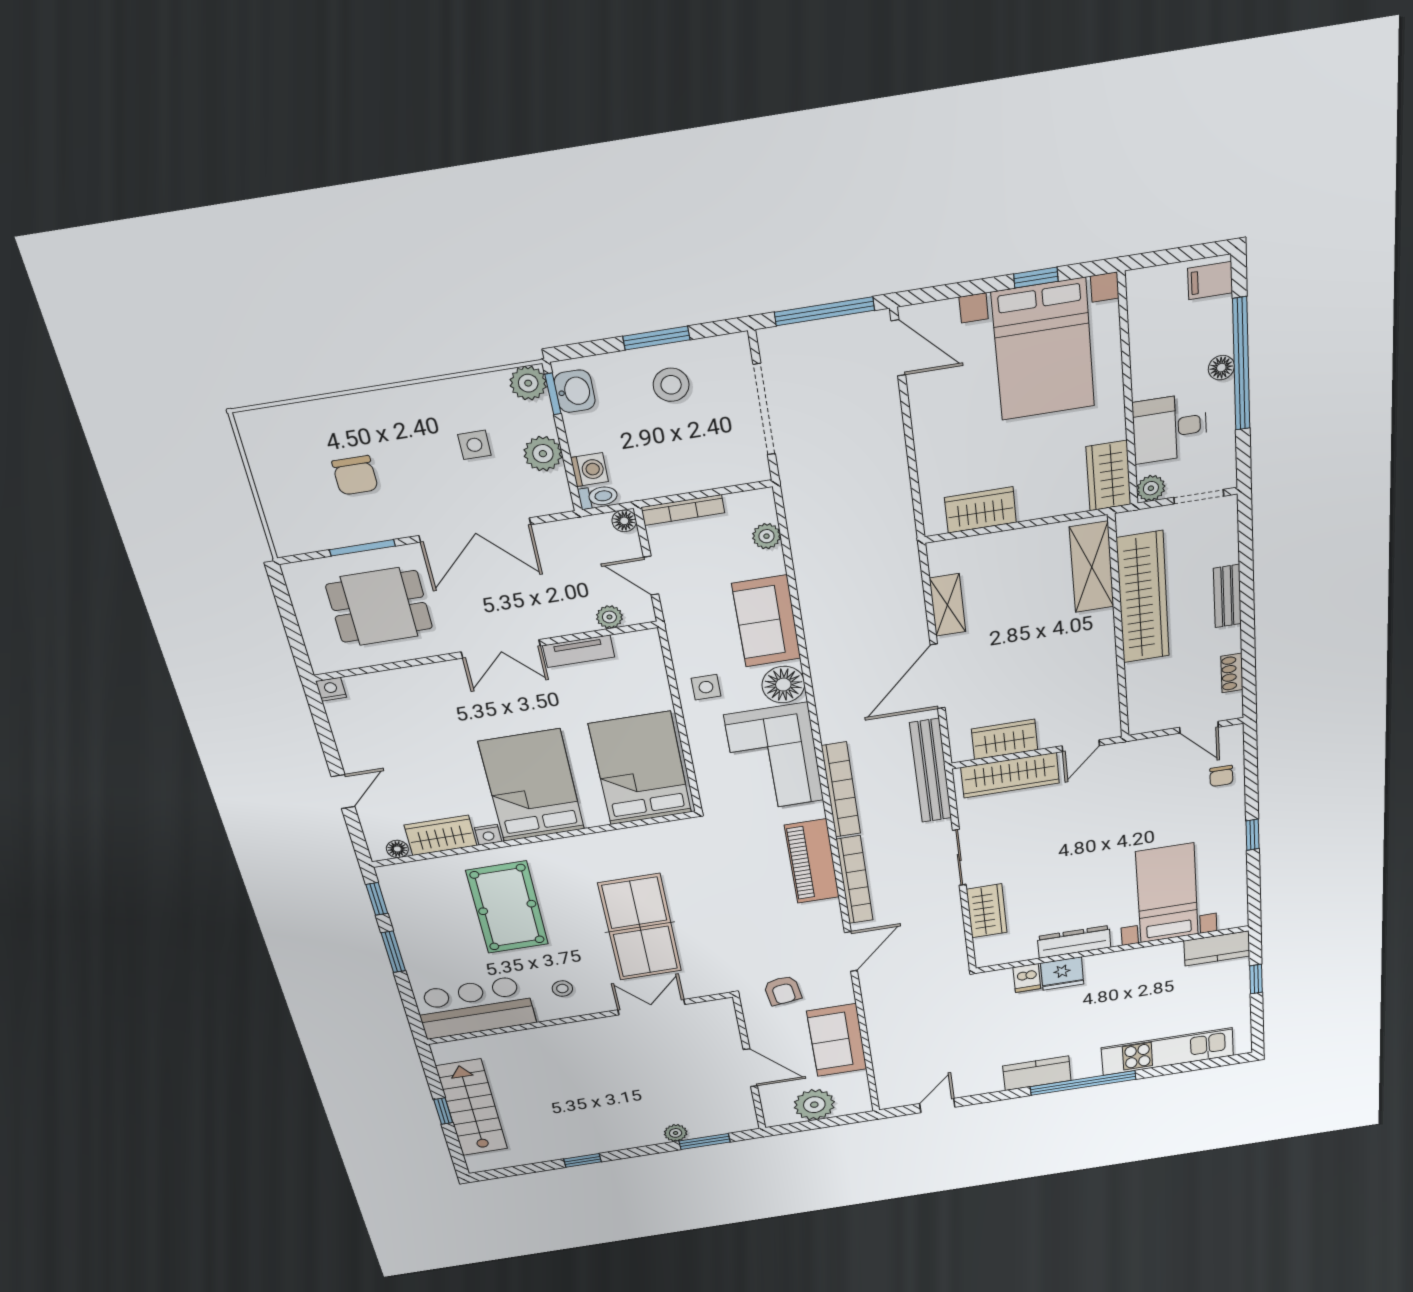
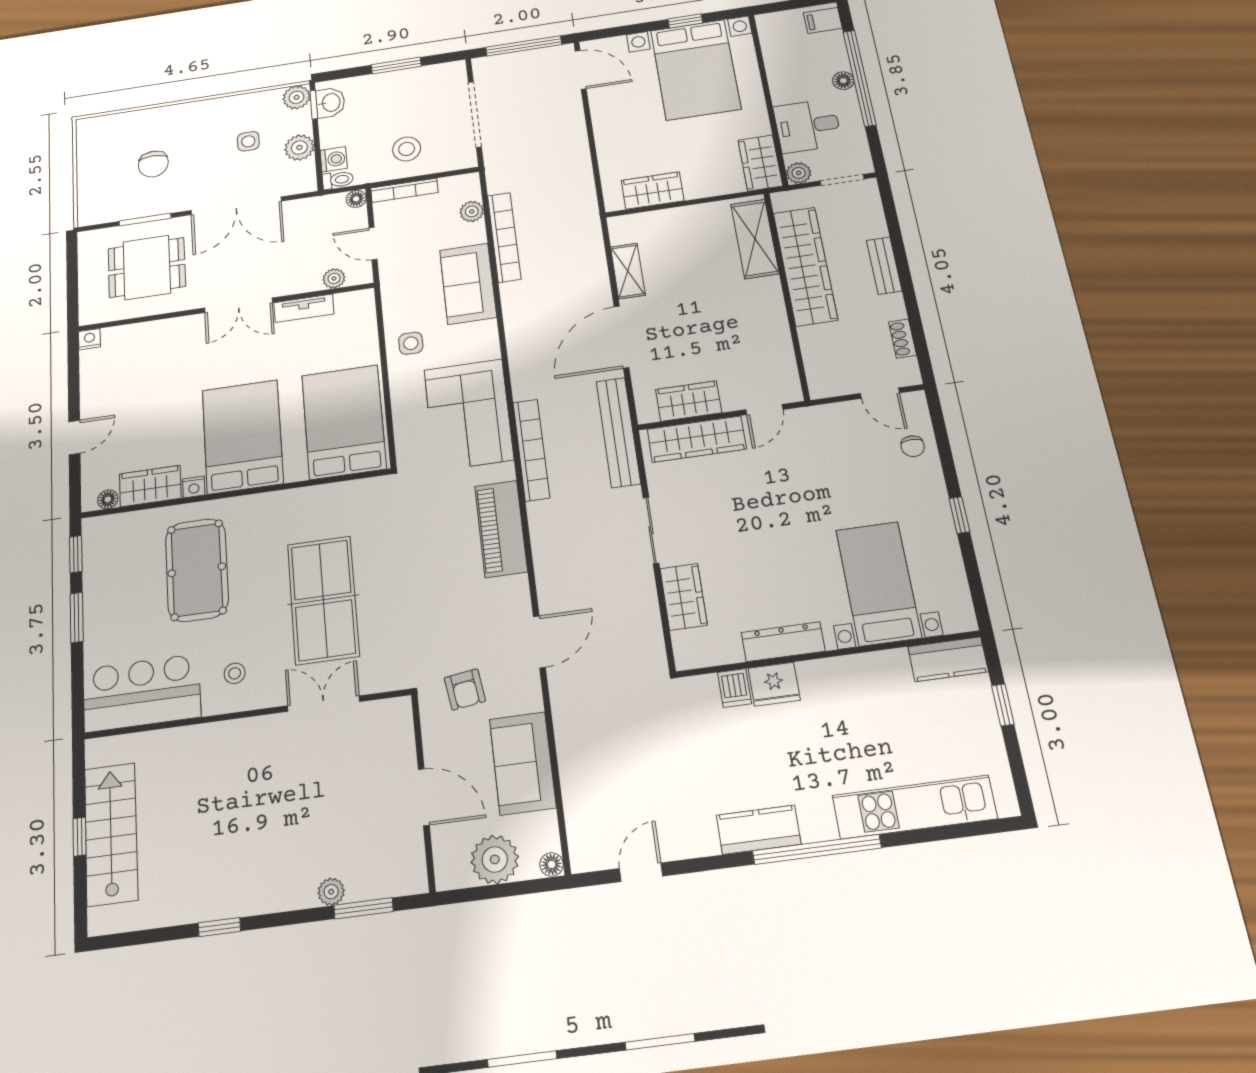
stool: (671, 385) -> (407, 149), moved
floor lamp: (783, 685) -> (552, 864), moved, width x0.53, depth x0.53
bookcase: (855, 880) -> (504, 237), moved

